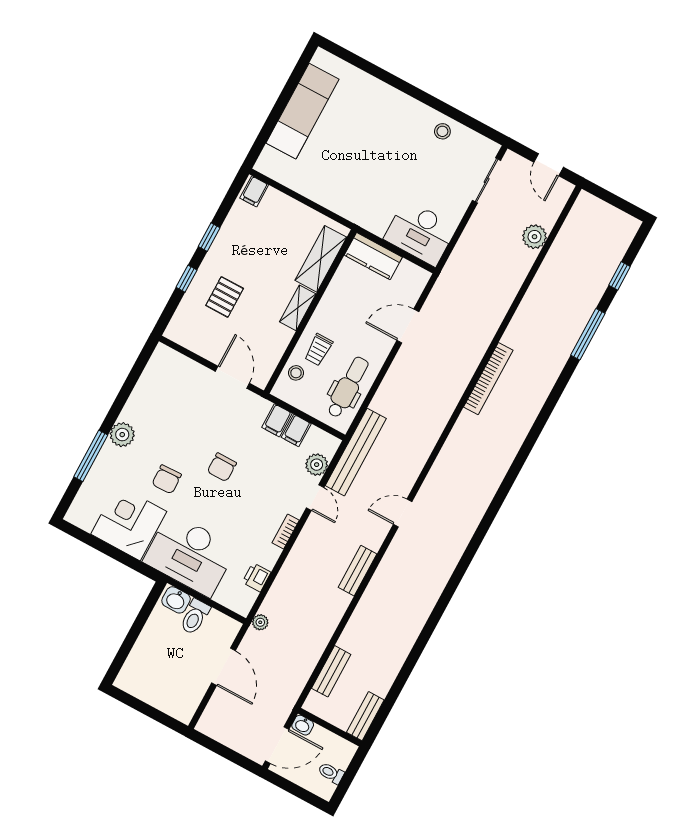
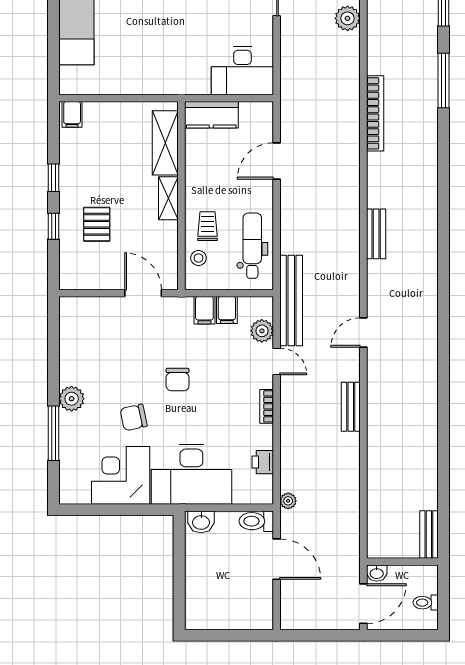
trolley: (318, 350) -> (208, 226), turned 180
bookcase: (488, 379) -> (375, 113), moved
chair: (167, 479) -> (134, 417), turned 80
toilet: (195, 617) -> (256, 521), moved, turned 90
bench: (331, 671) -> (376, 234), moved

